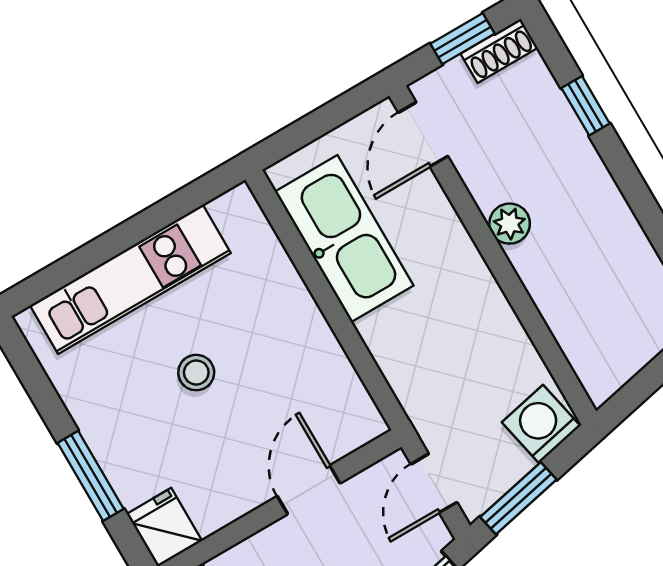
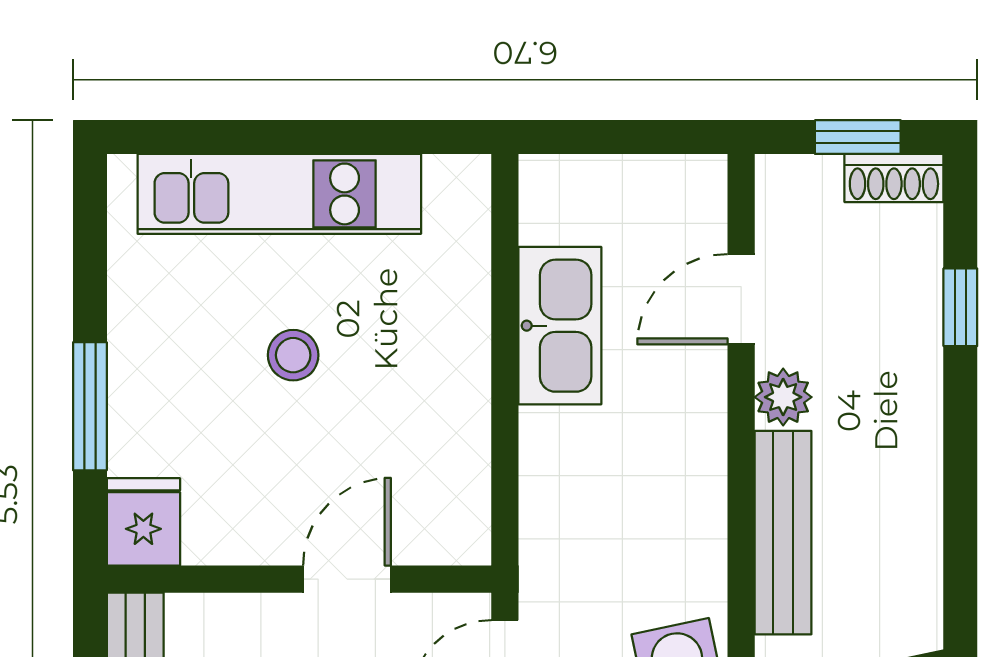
door: (423, 134) -> (741, 299), moved
kitchen sink: (344, 239) -> (560, 326), width x0.73, depth x0.81
bench: (558, 306) -> (783, 533), added

